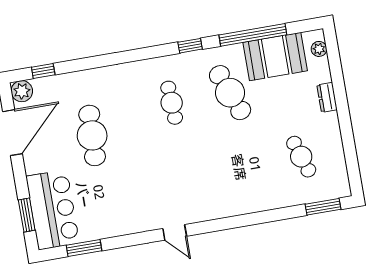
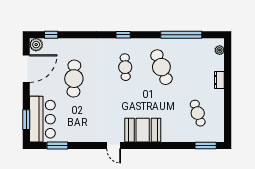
window: (190, 46) -> (123, 35), moved
booth: (275, 57) -> (143, 130), moved

